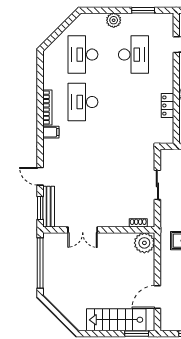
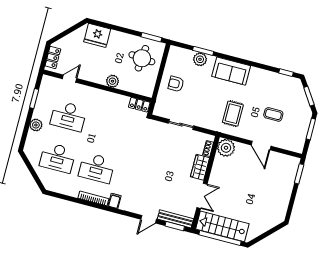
desk: (133, 55) -> (68, 116), turned 180
locker: (167, 106) -> (139, 105), moved
wardrobe: (114, 219) -> (200, 167), added
door: (157, 297) -> (261, 146), moved
stairs: (116, 320) -> (222, 226), moved, turned 90

